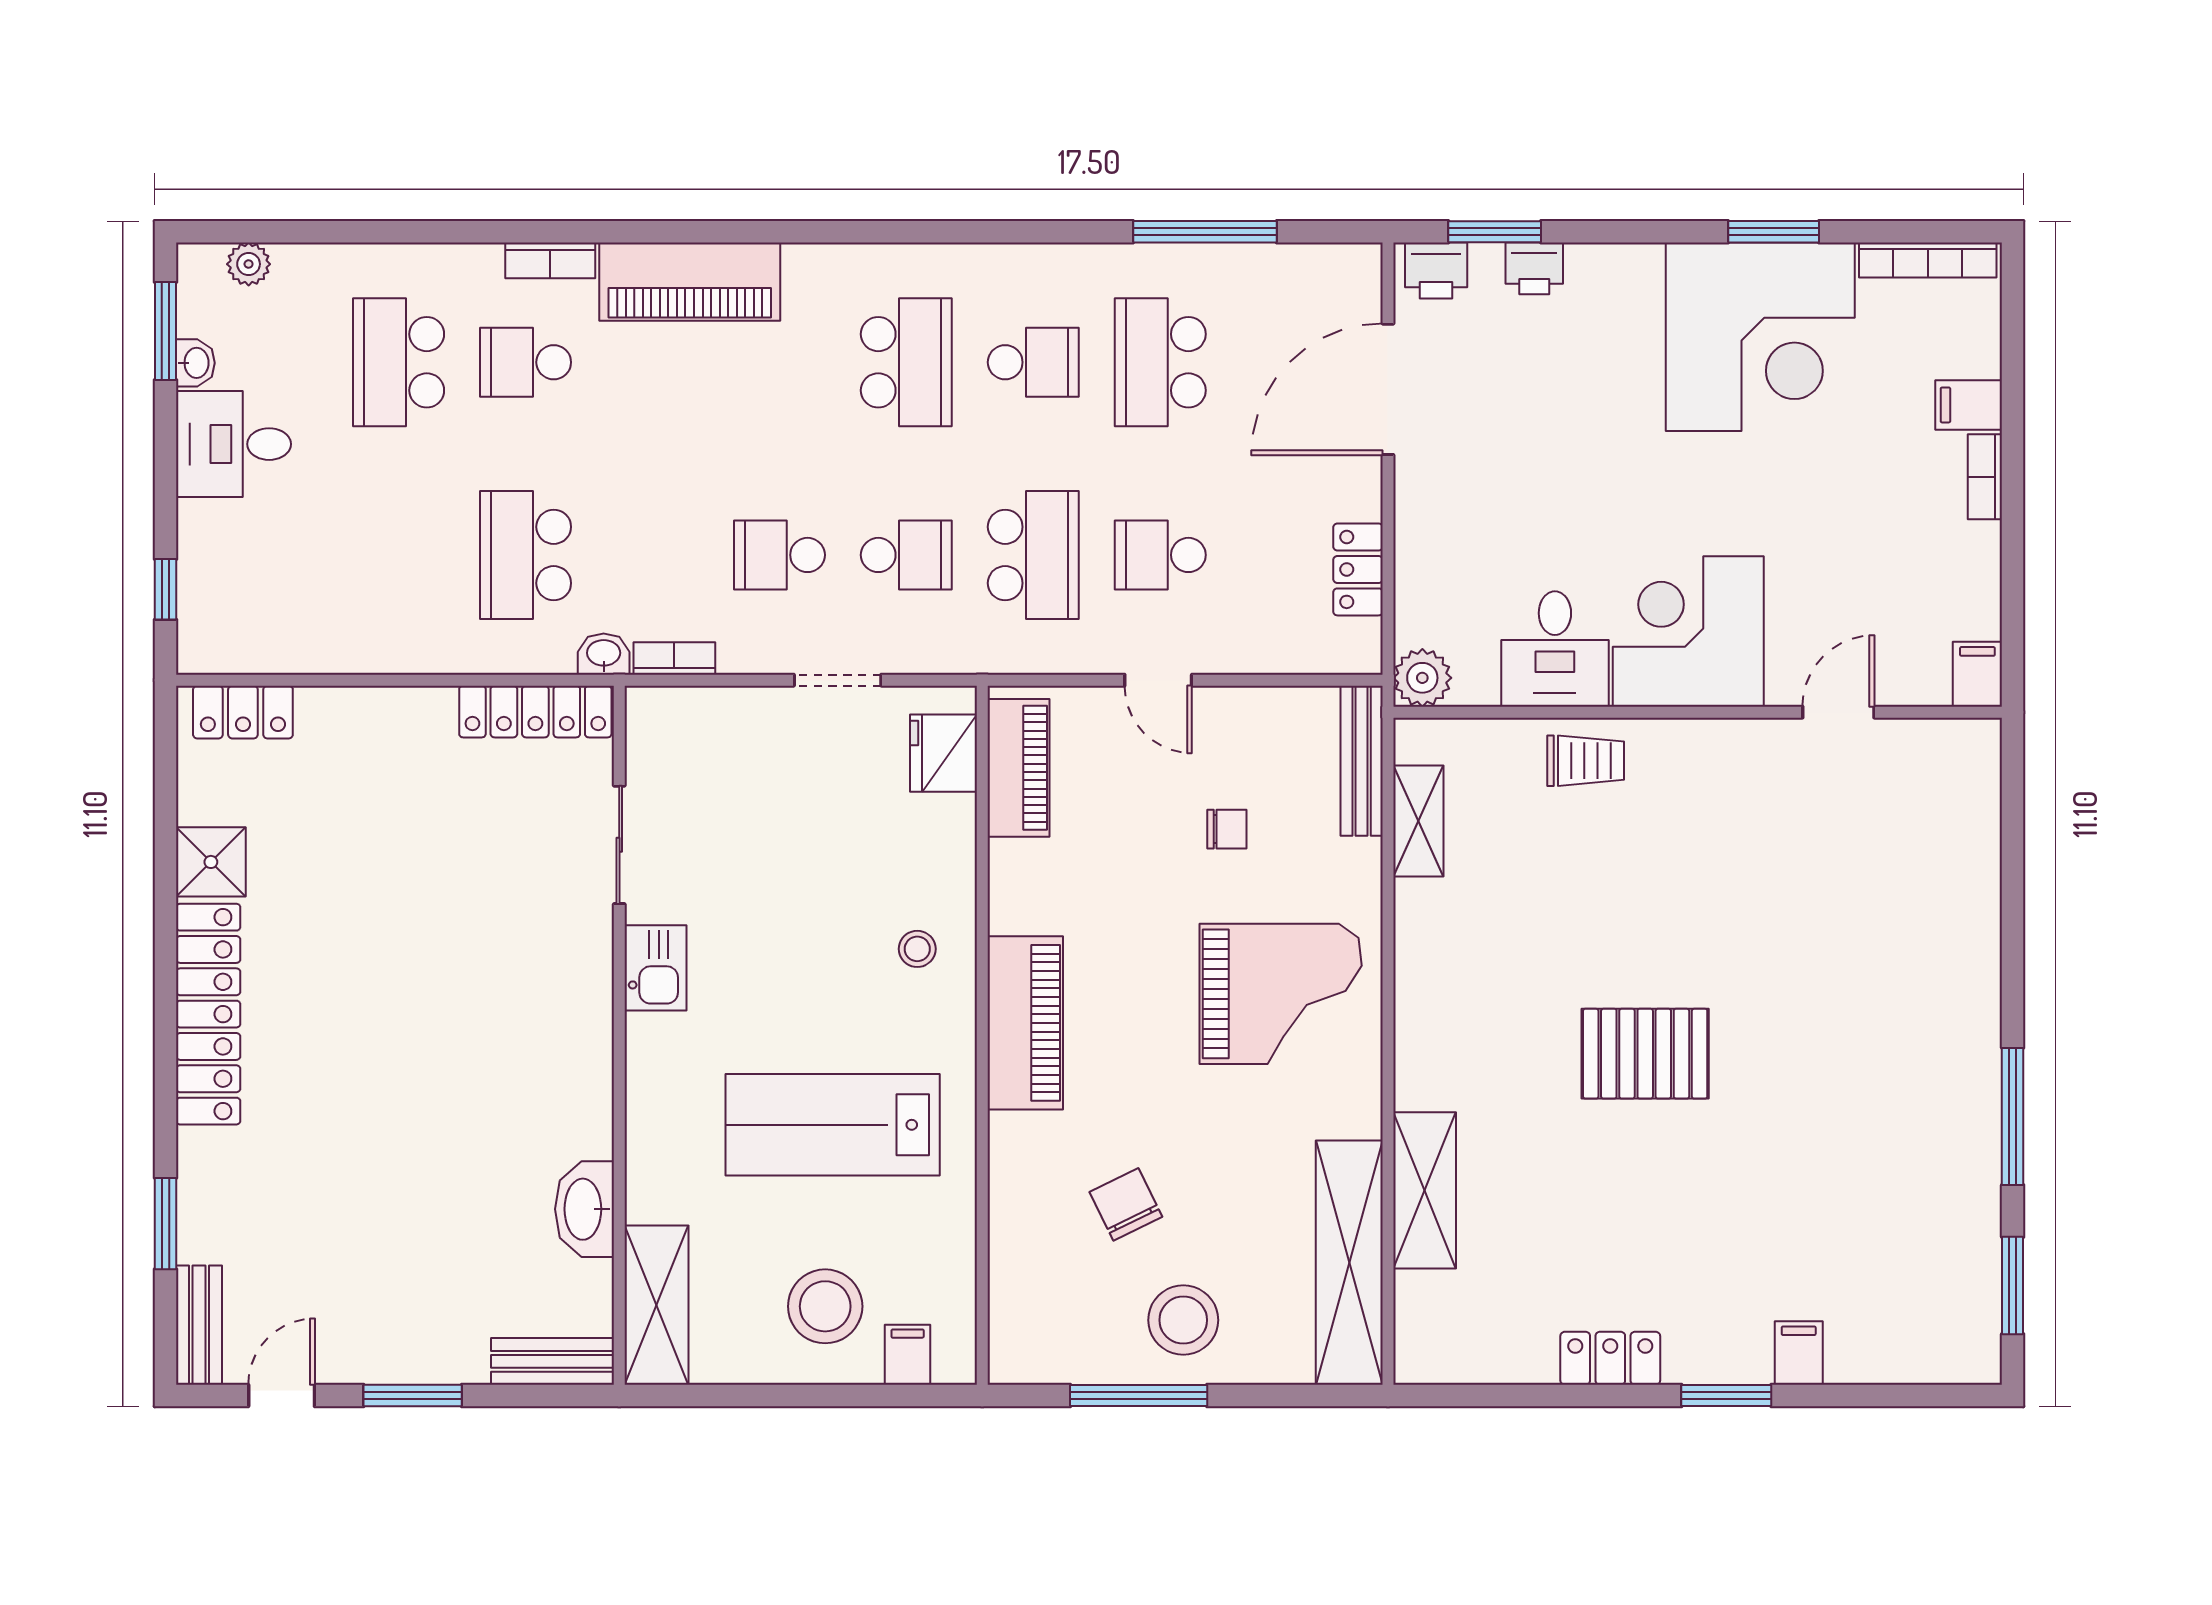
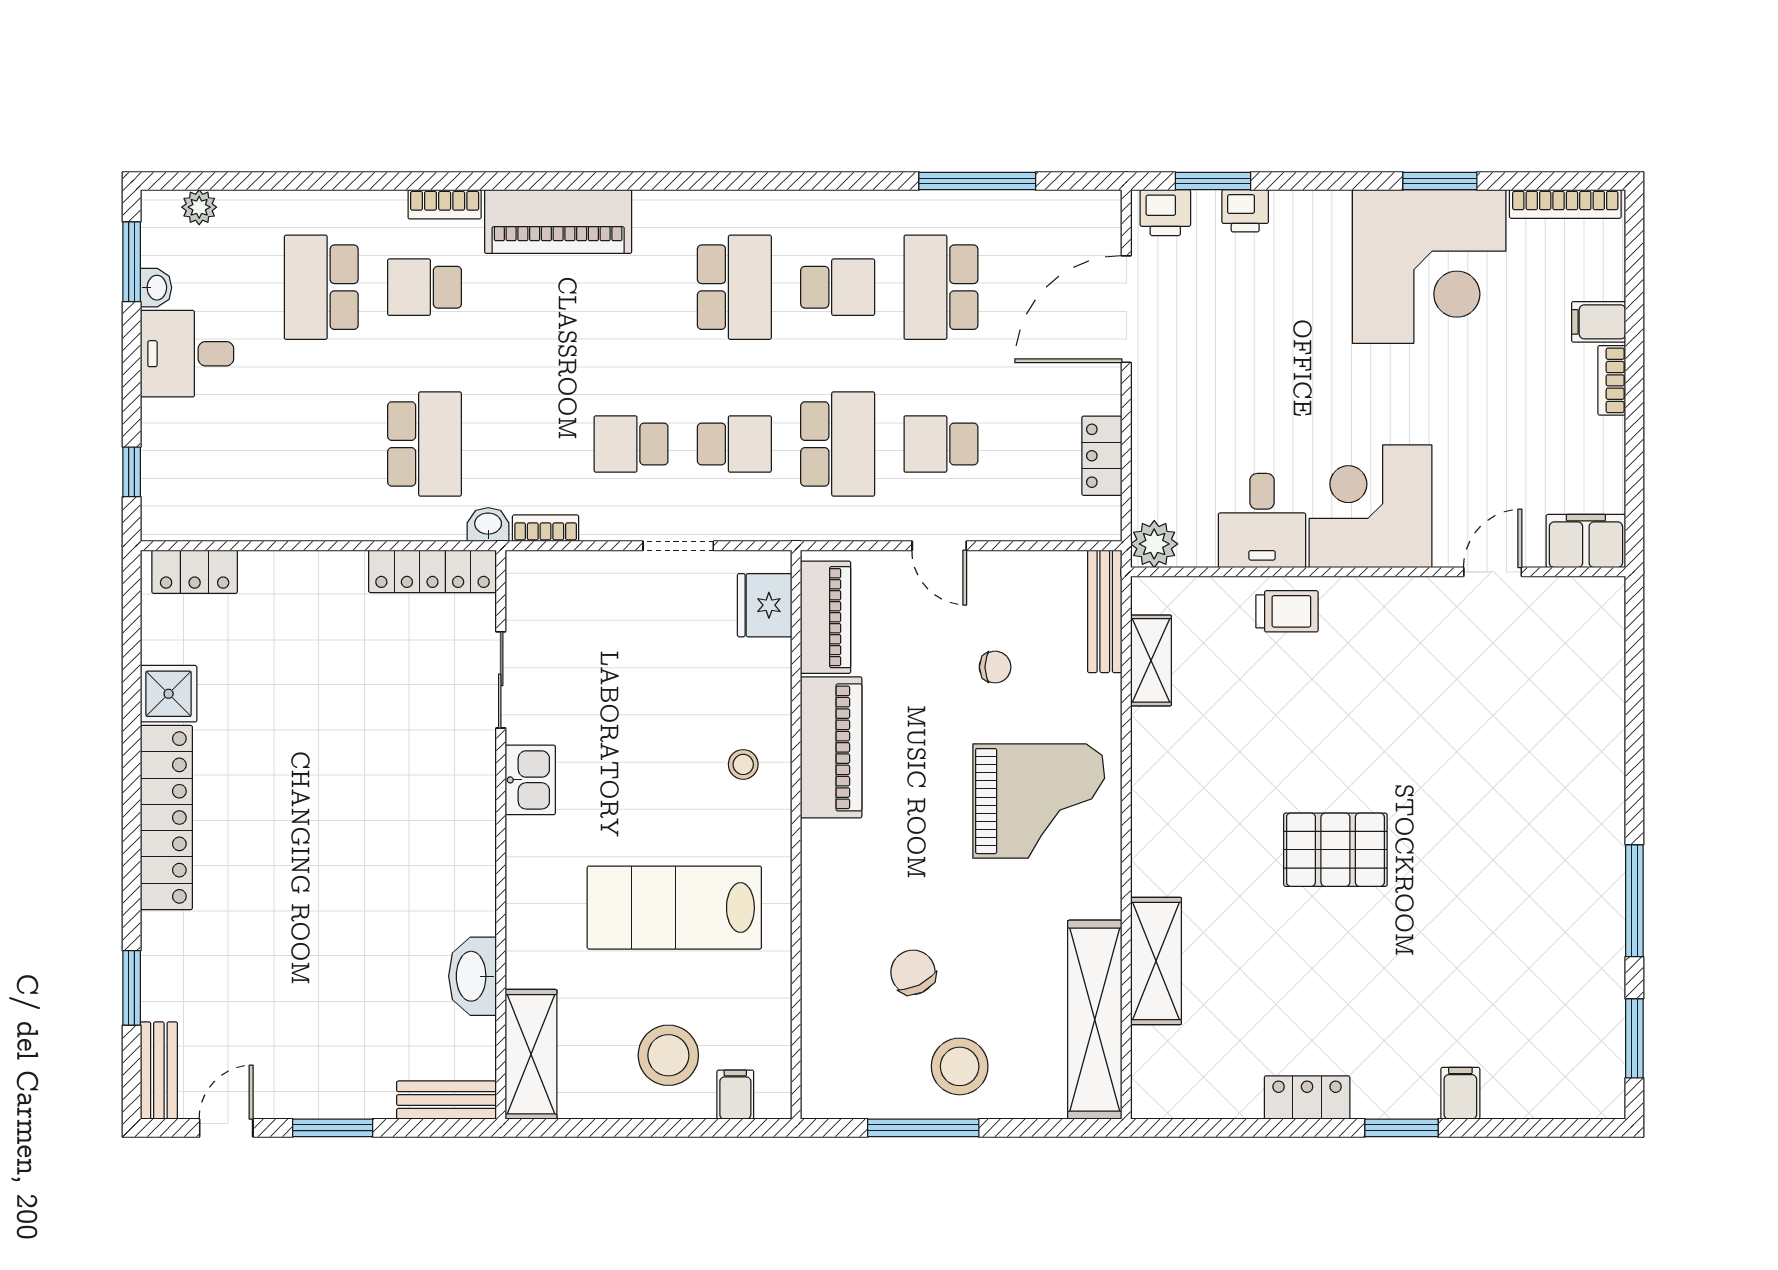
school desk: (526, 555) -> (425, 444), turned 180
filing cabinet: (1977, 674) -> (1586, 541), width x2.00
piano: (1025, 1023) -> (831, 747), moved

